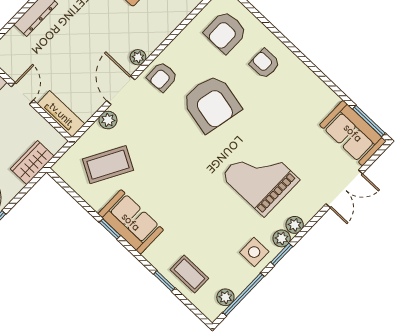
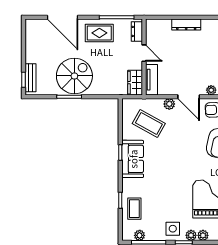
door: (121, 90) -> (189, 97), swing flipped
door: (22, 93) -> (144, 53), hinge flipped
wardrobe: (32, 163) -> (135, 83), moved, turned -90

